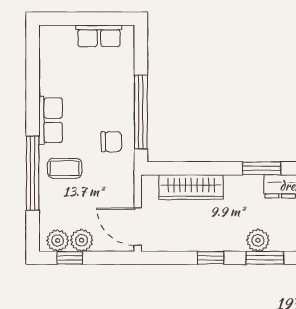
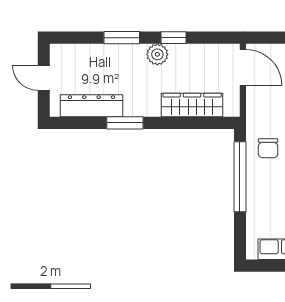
chair: (111, 142) -> (268, 148), turned -90
plant: (258, 240) -> (157, 54), moved

